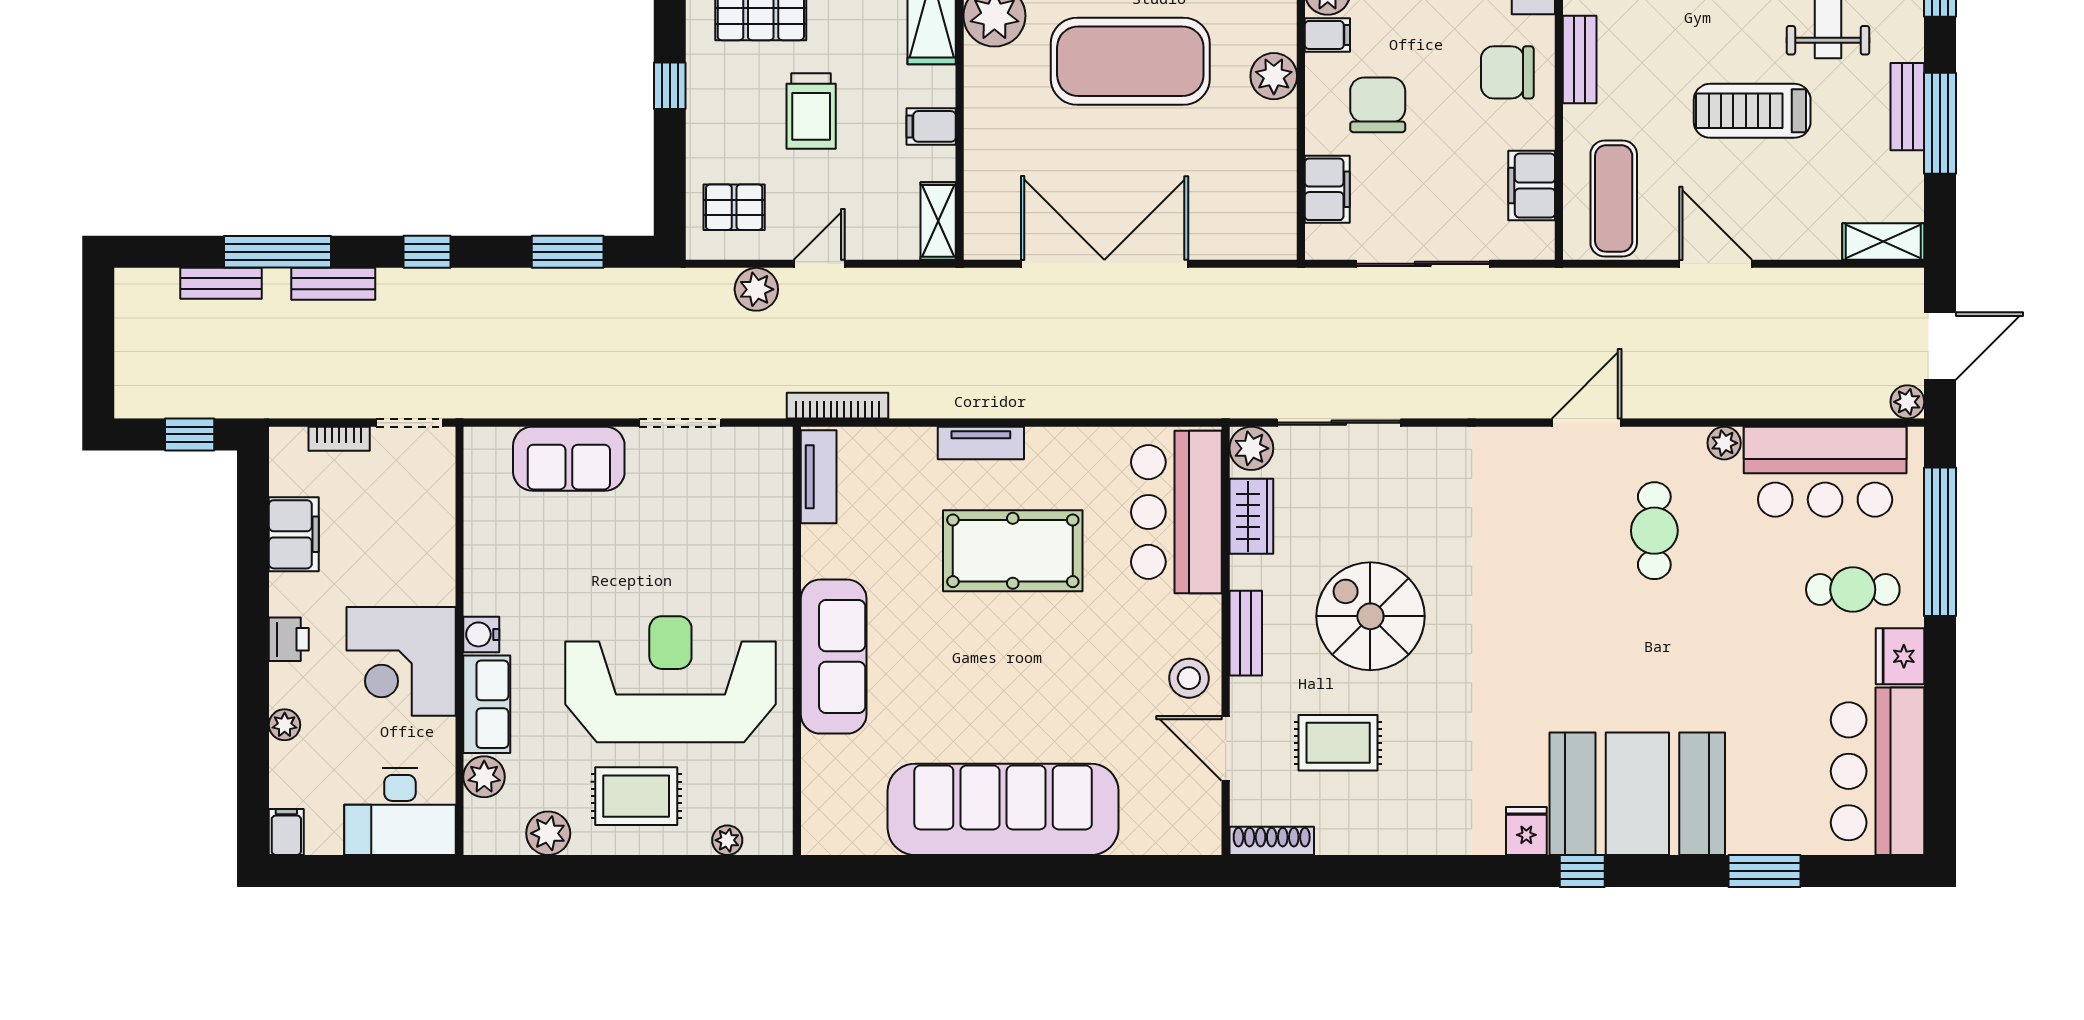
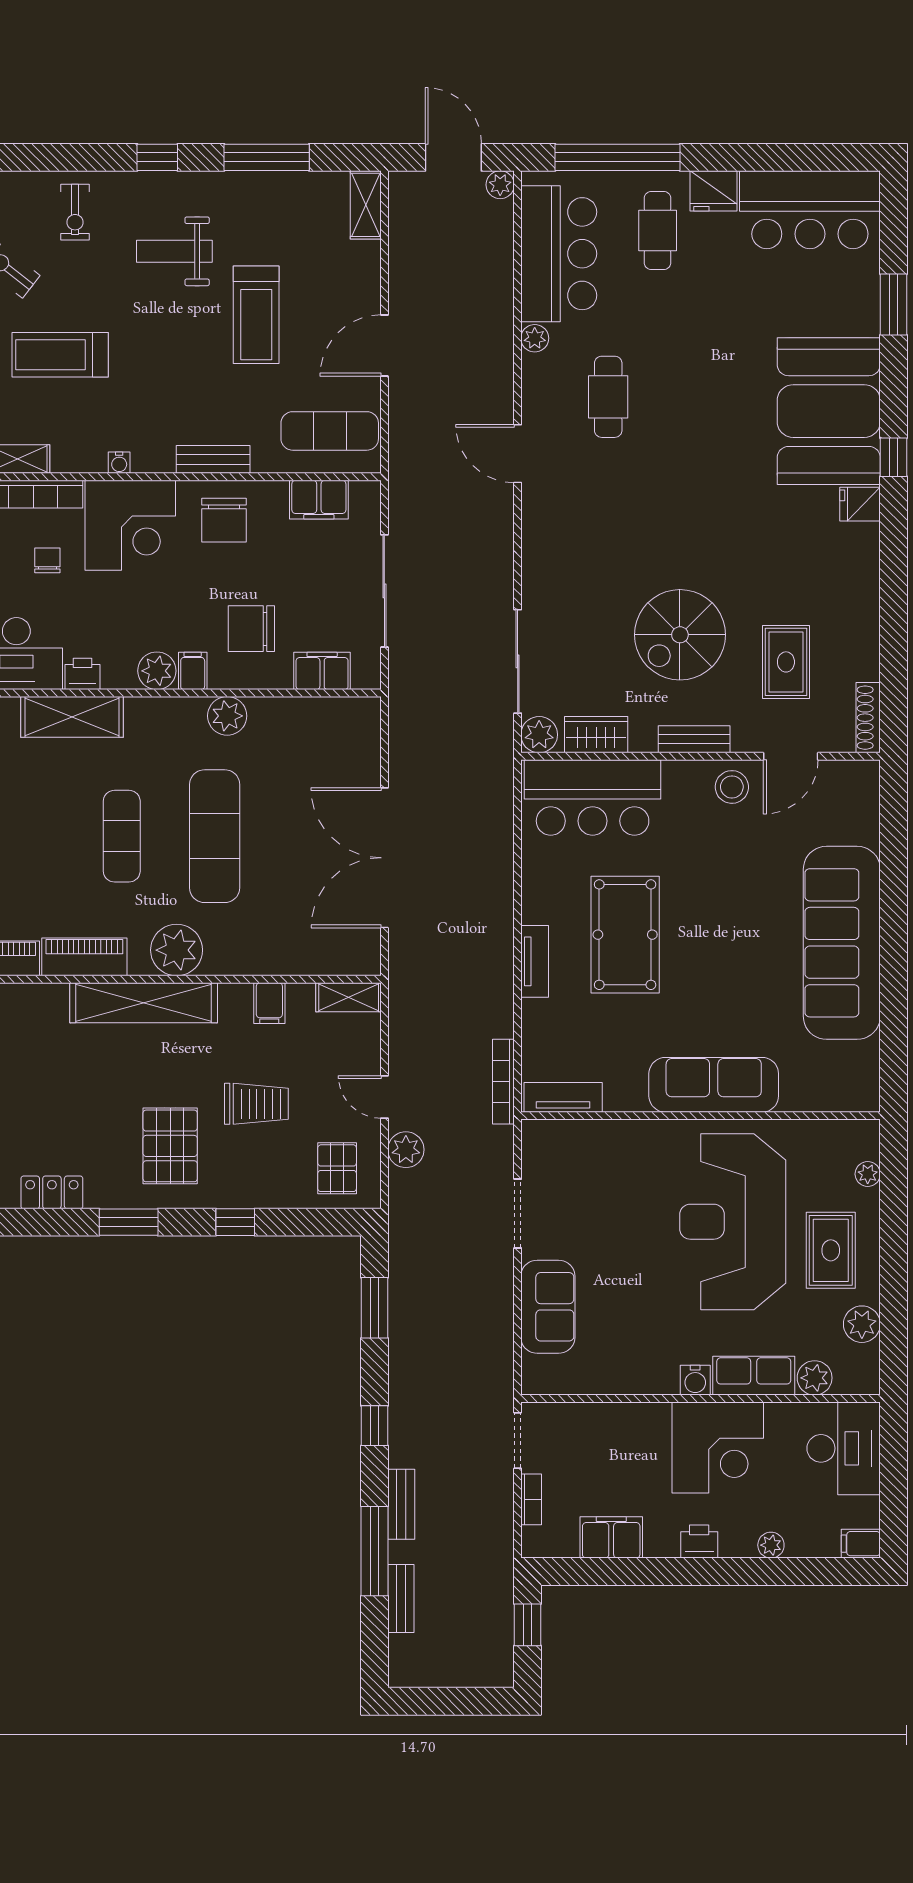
exercise mat: (1130, 61) -> (215, 836), width x0.68
bench: (1907, 107) -> (253, 185), removed
cafe table: (1654, 531) -> (608, 397), turned 90

